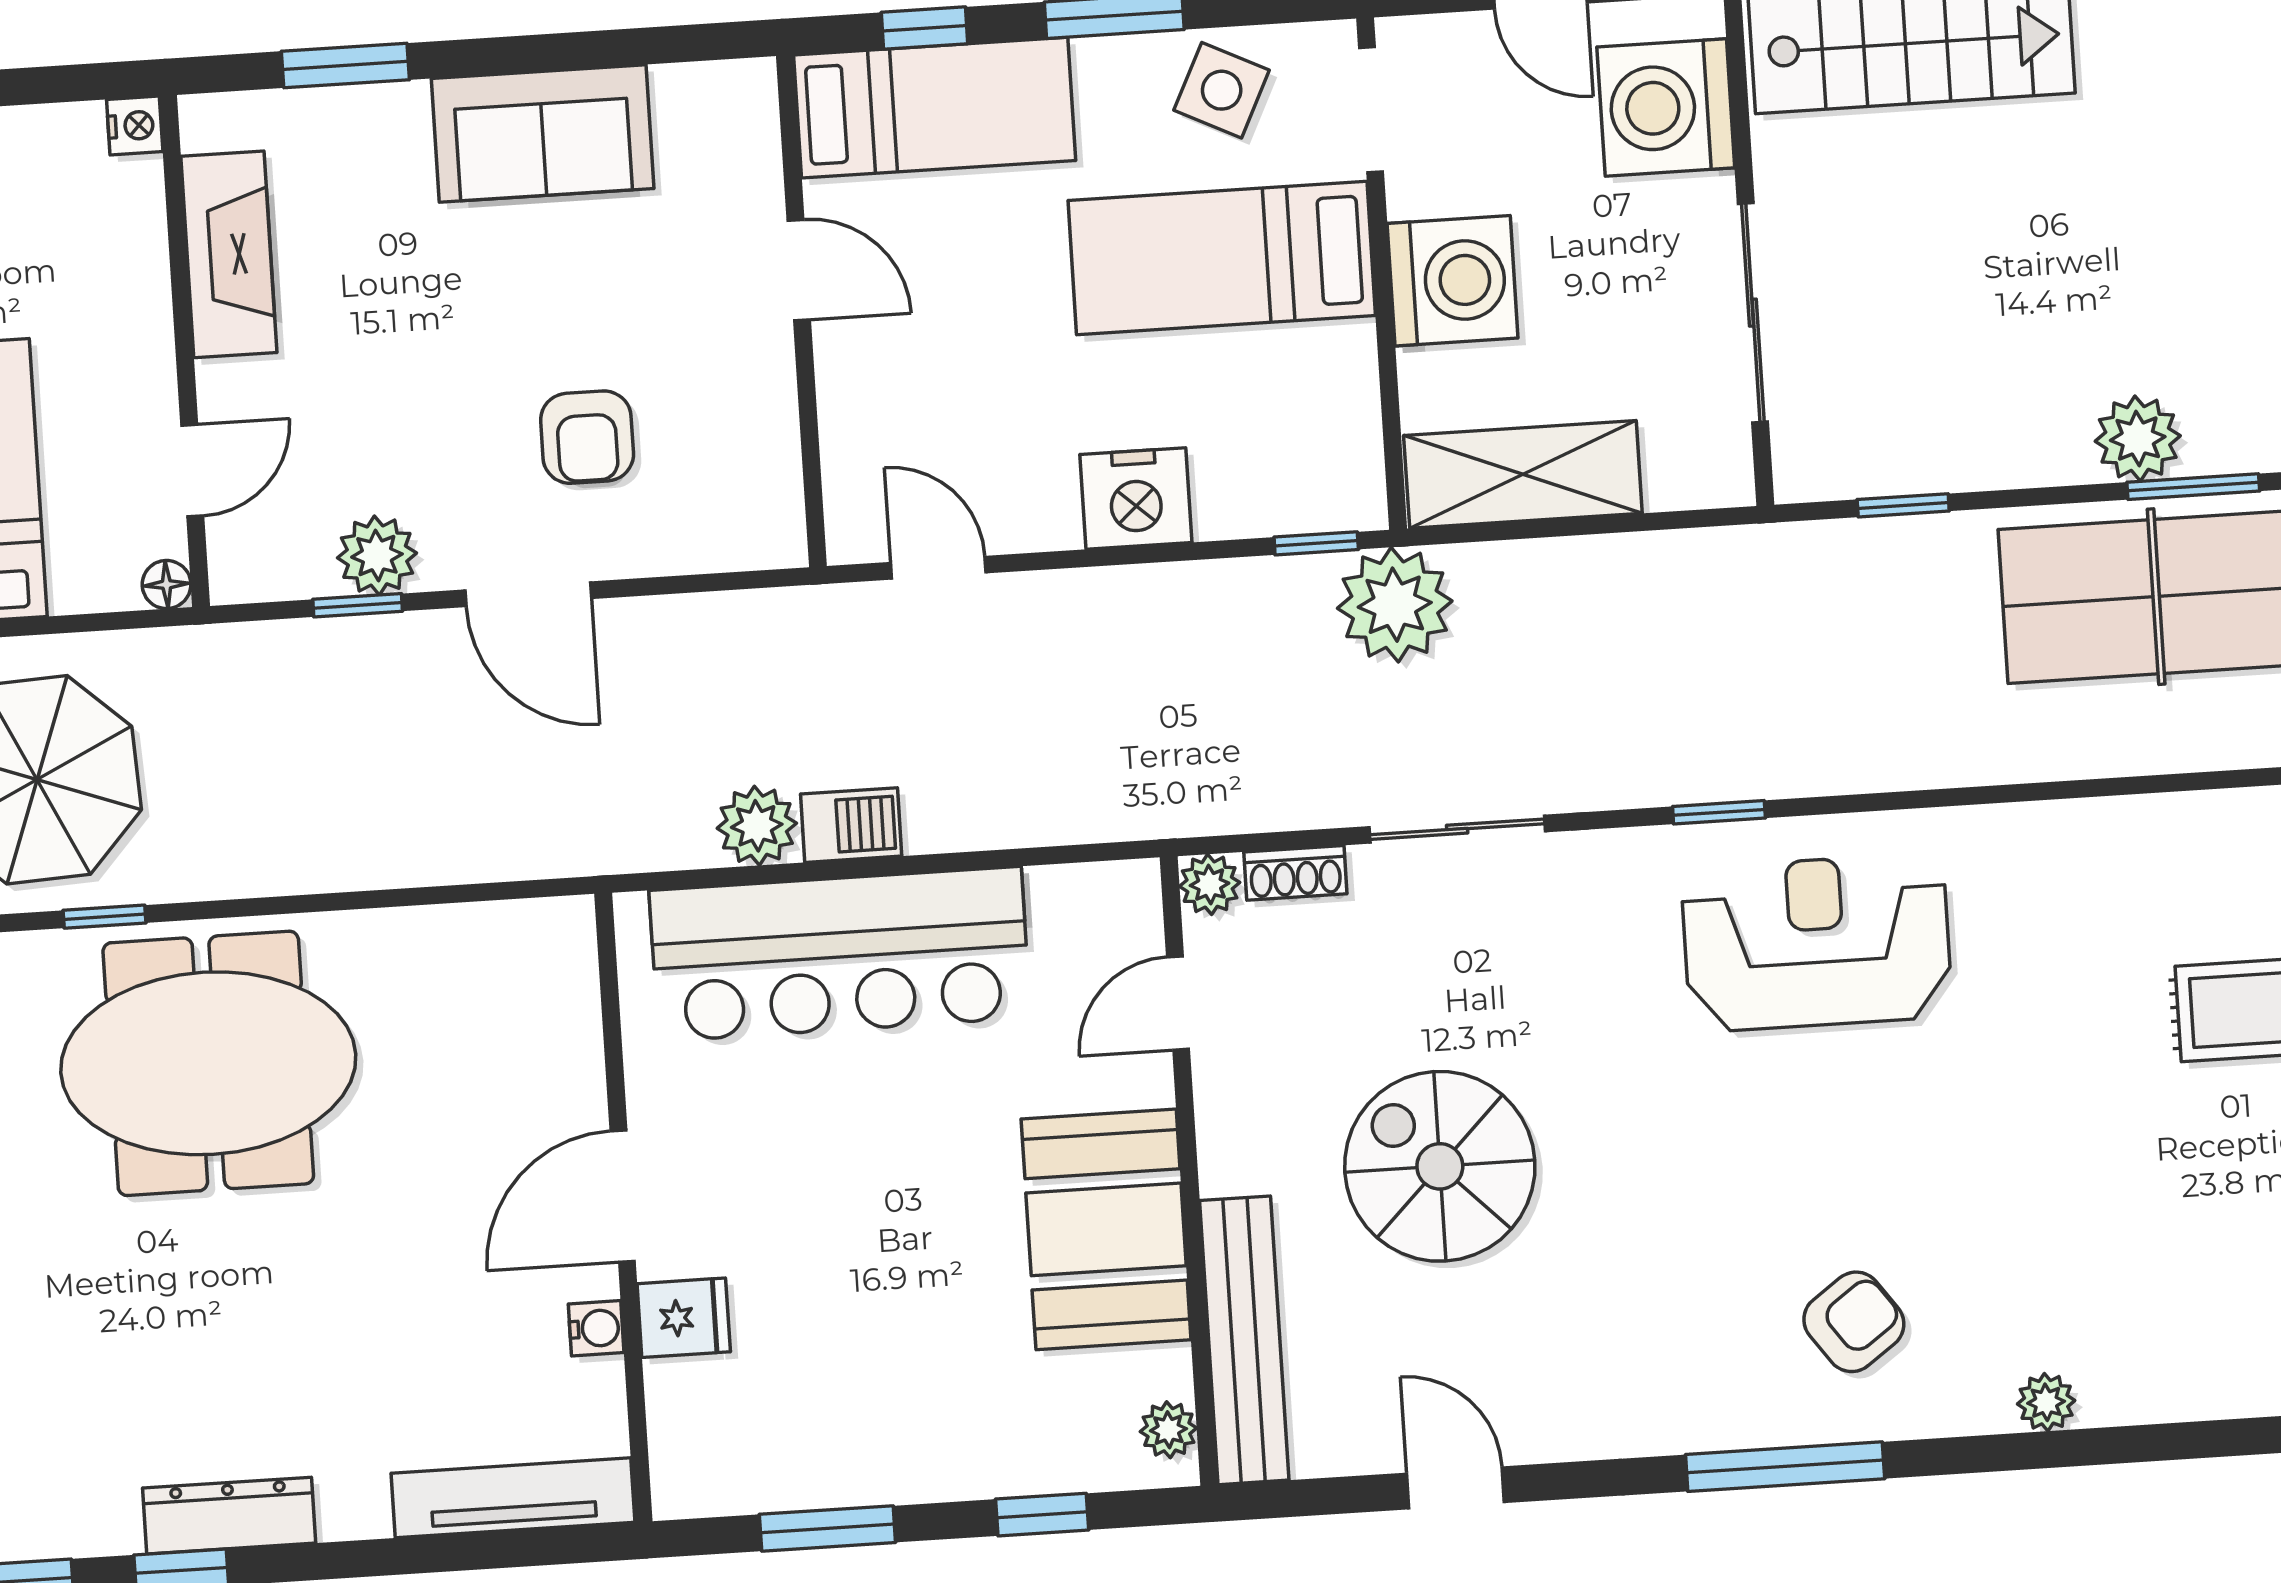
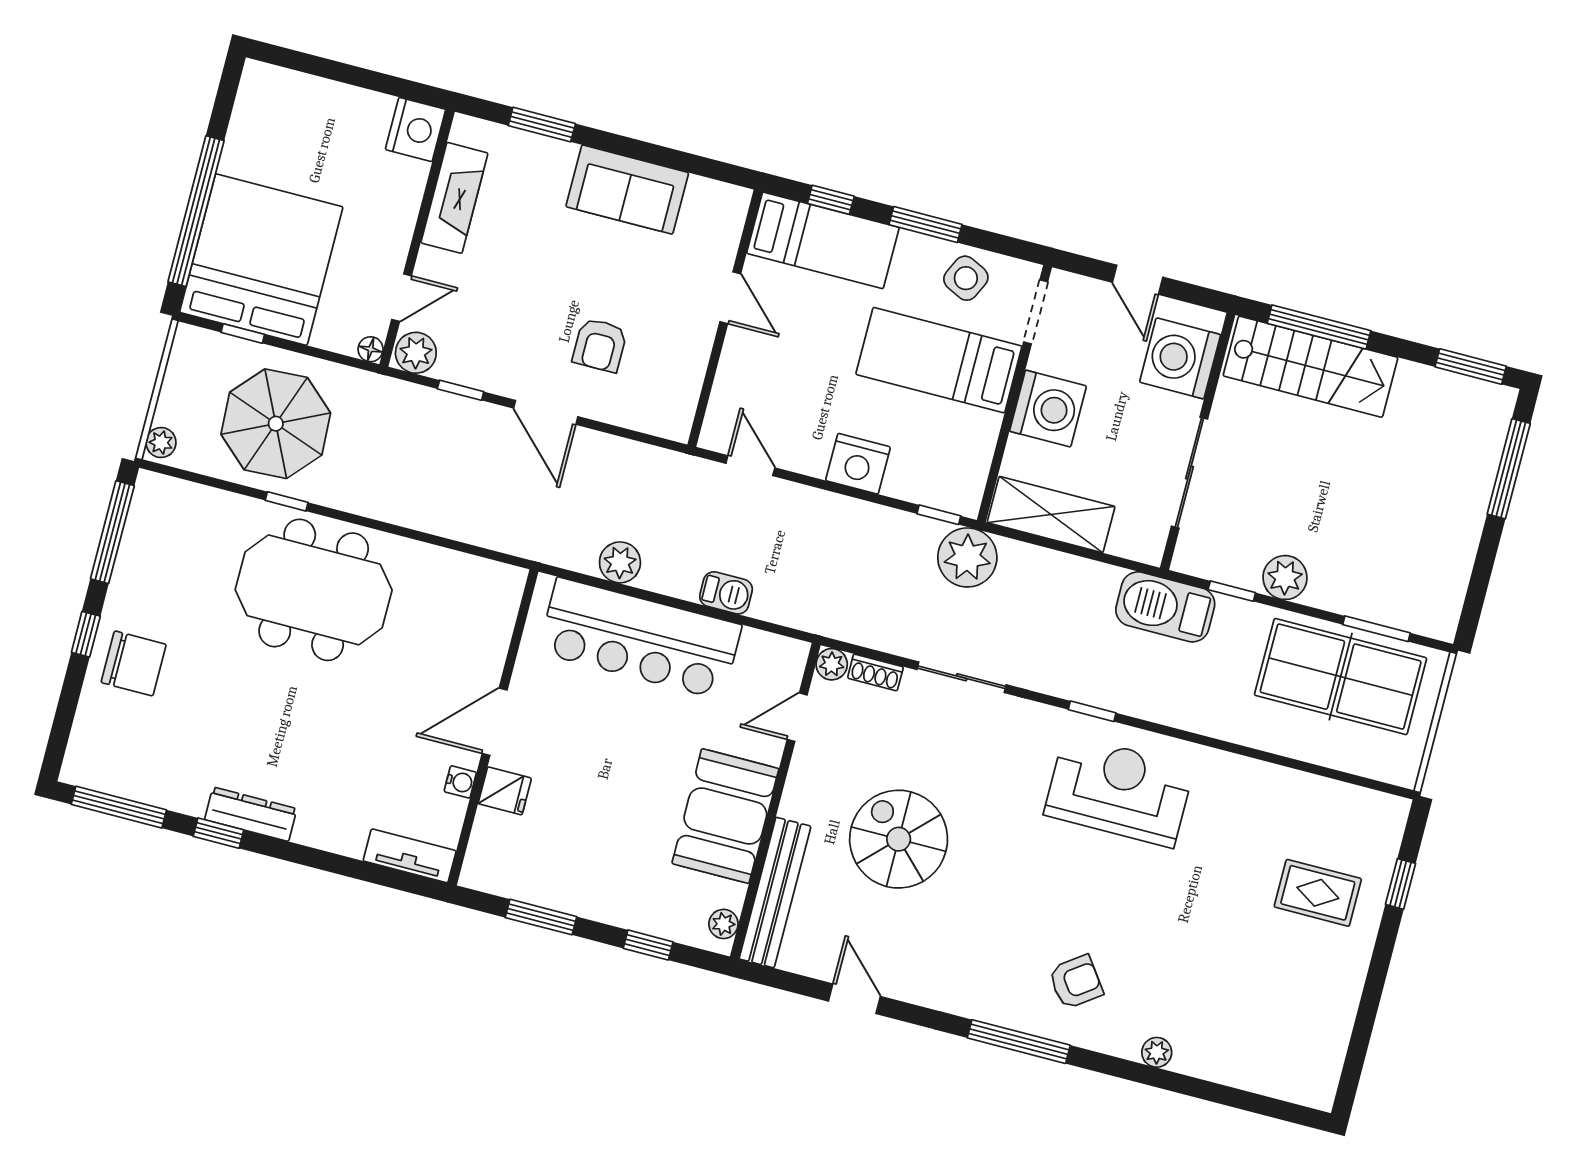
nightstand: (135, 126) -> (416, 129), width x1.89, depth x1.79
plant: (2138, 438) -> (1285, 578), moved
plant: (377, 555) -> (416, 353), moved
barbecue: (1790, 575) -> (1165, 607), added
barbecue: (851, 825) -> (726, 593), moved
tv unit: (513, 1498) -> (410, 856), width x0.71

